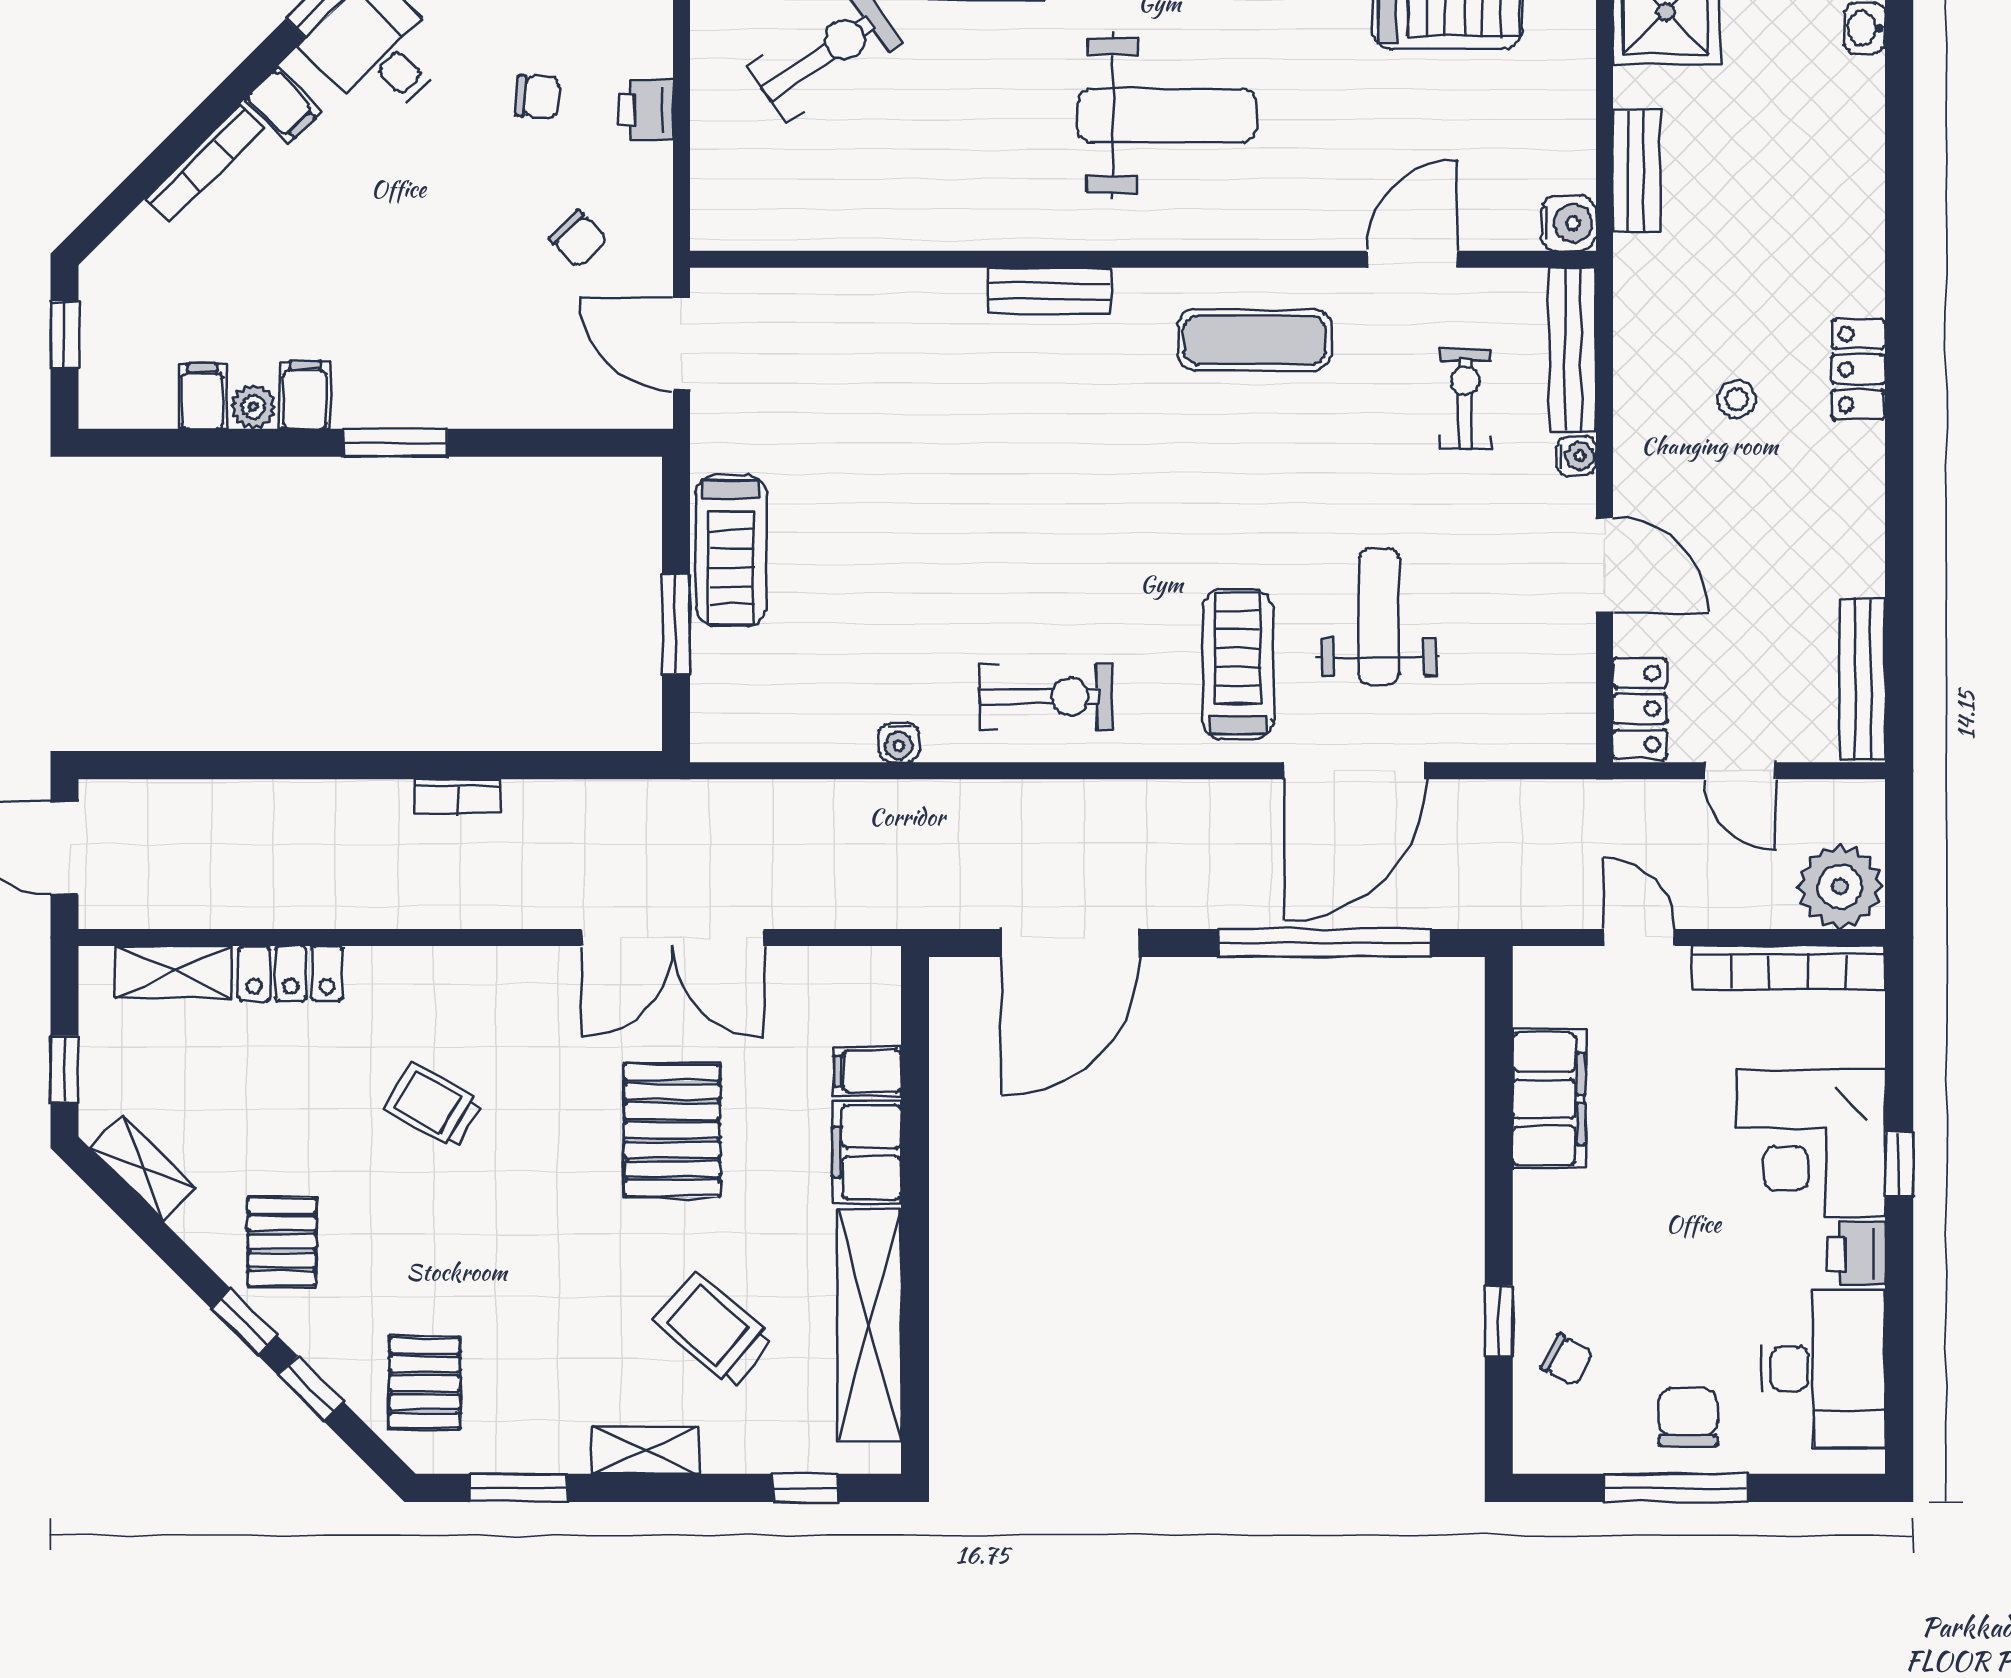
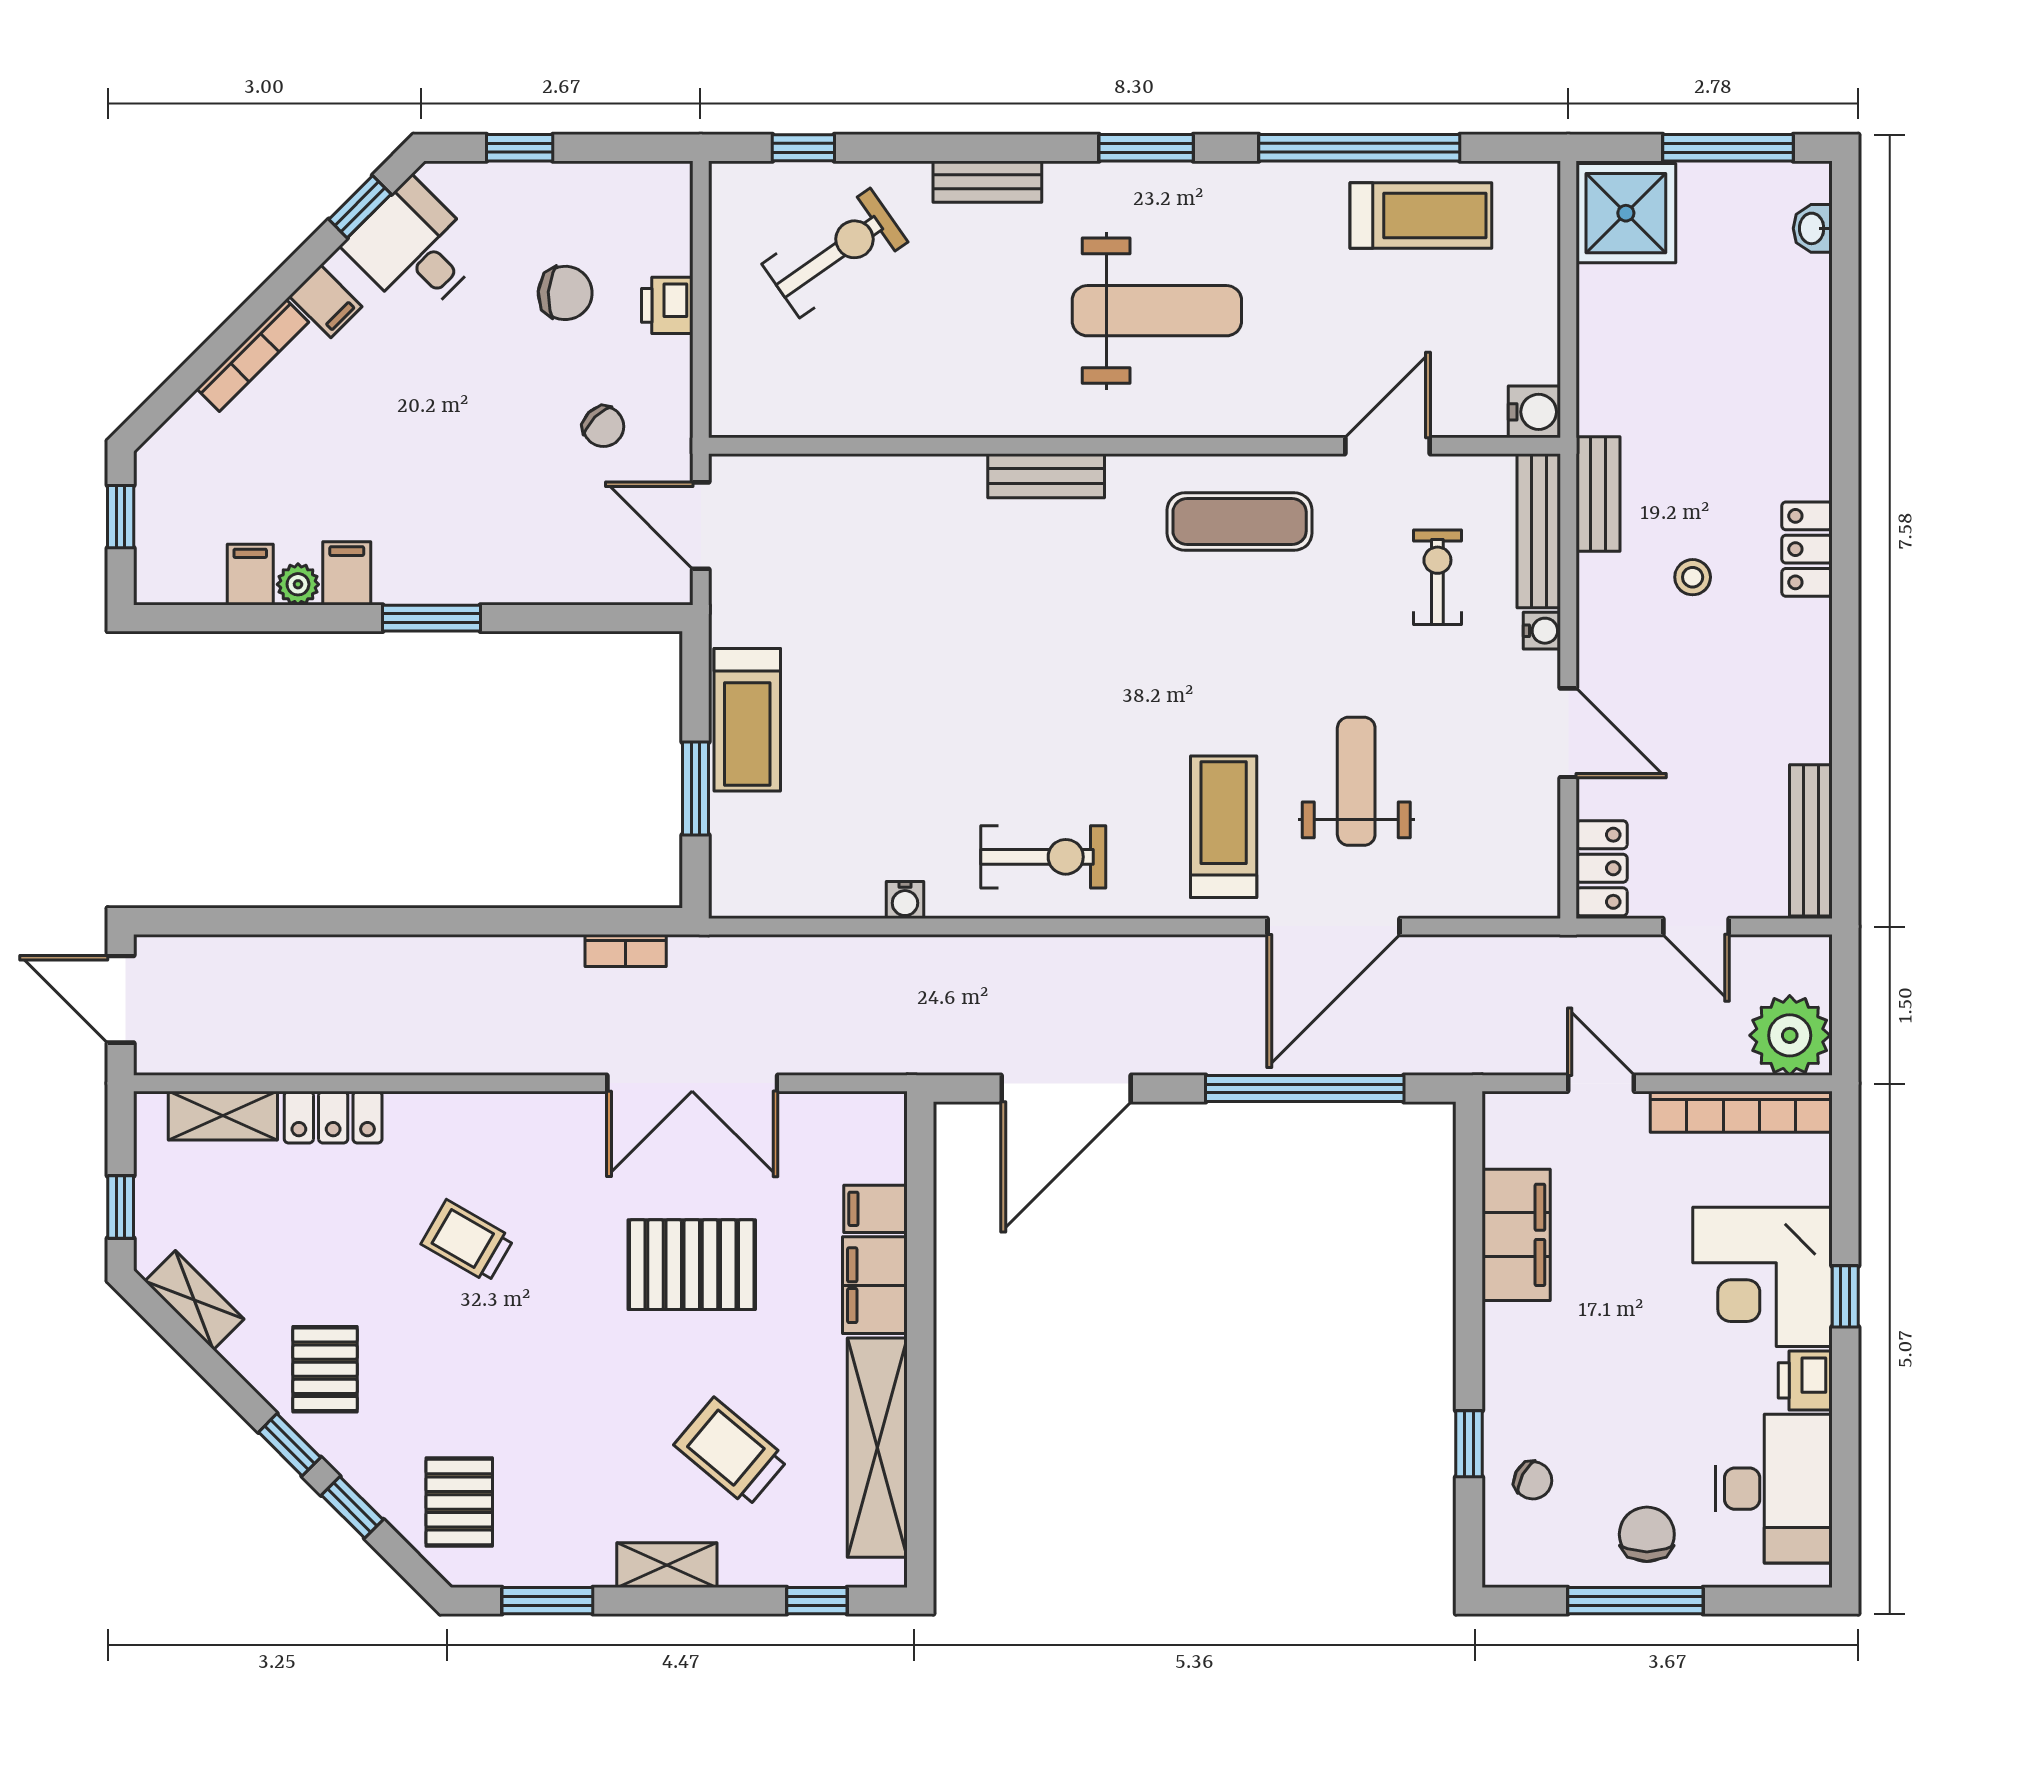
chair: (537, 97) -> (565, 293), width x1.37, depth x1.37
bench: (1636, 171) -> (1598, 494), moved
bookcase: (457, 796) -> (626, 951), moved
pallet: (672, 1130) -> (692, 1265), turned 90

